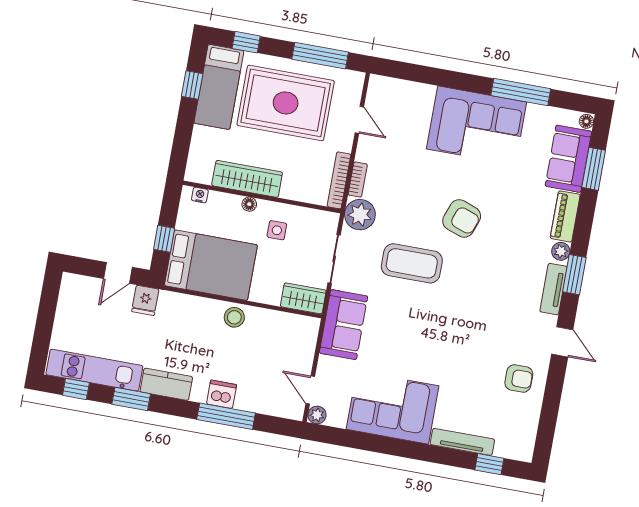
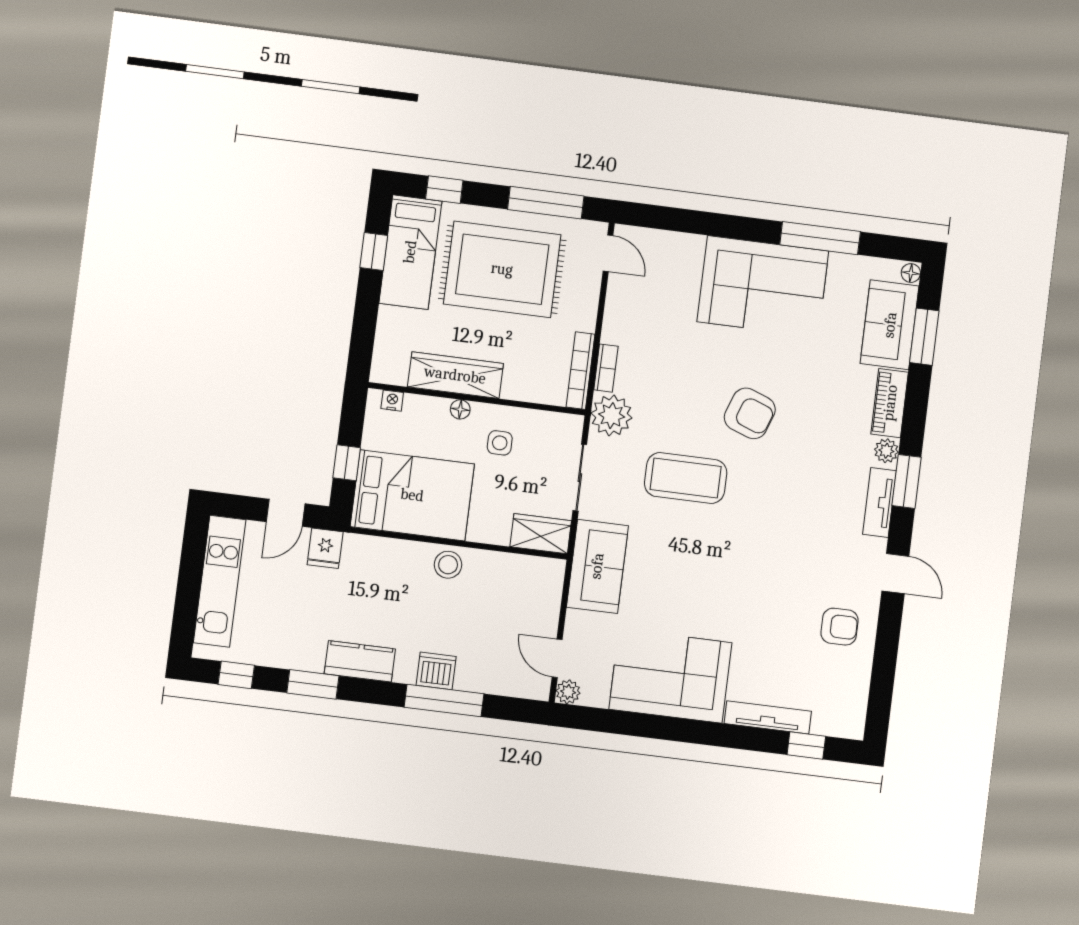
door: (359, 120) -> (608, 253), moved
kitchen unit: (94, 370) -> (220, 581), moved, turned 90

